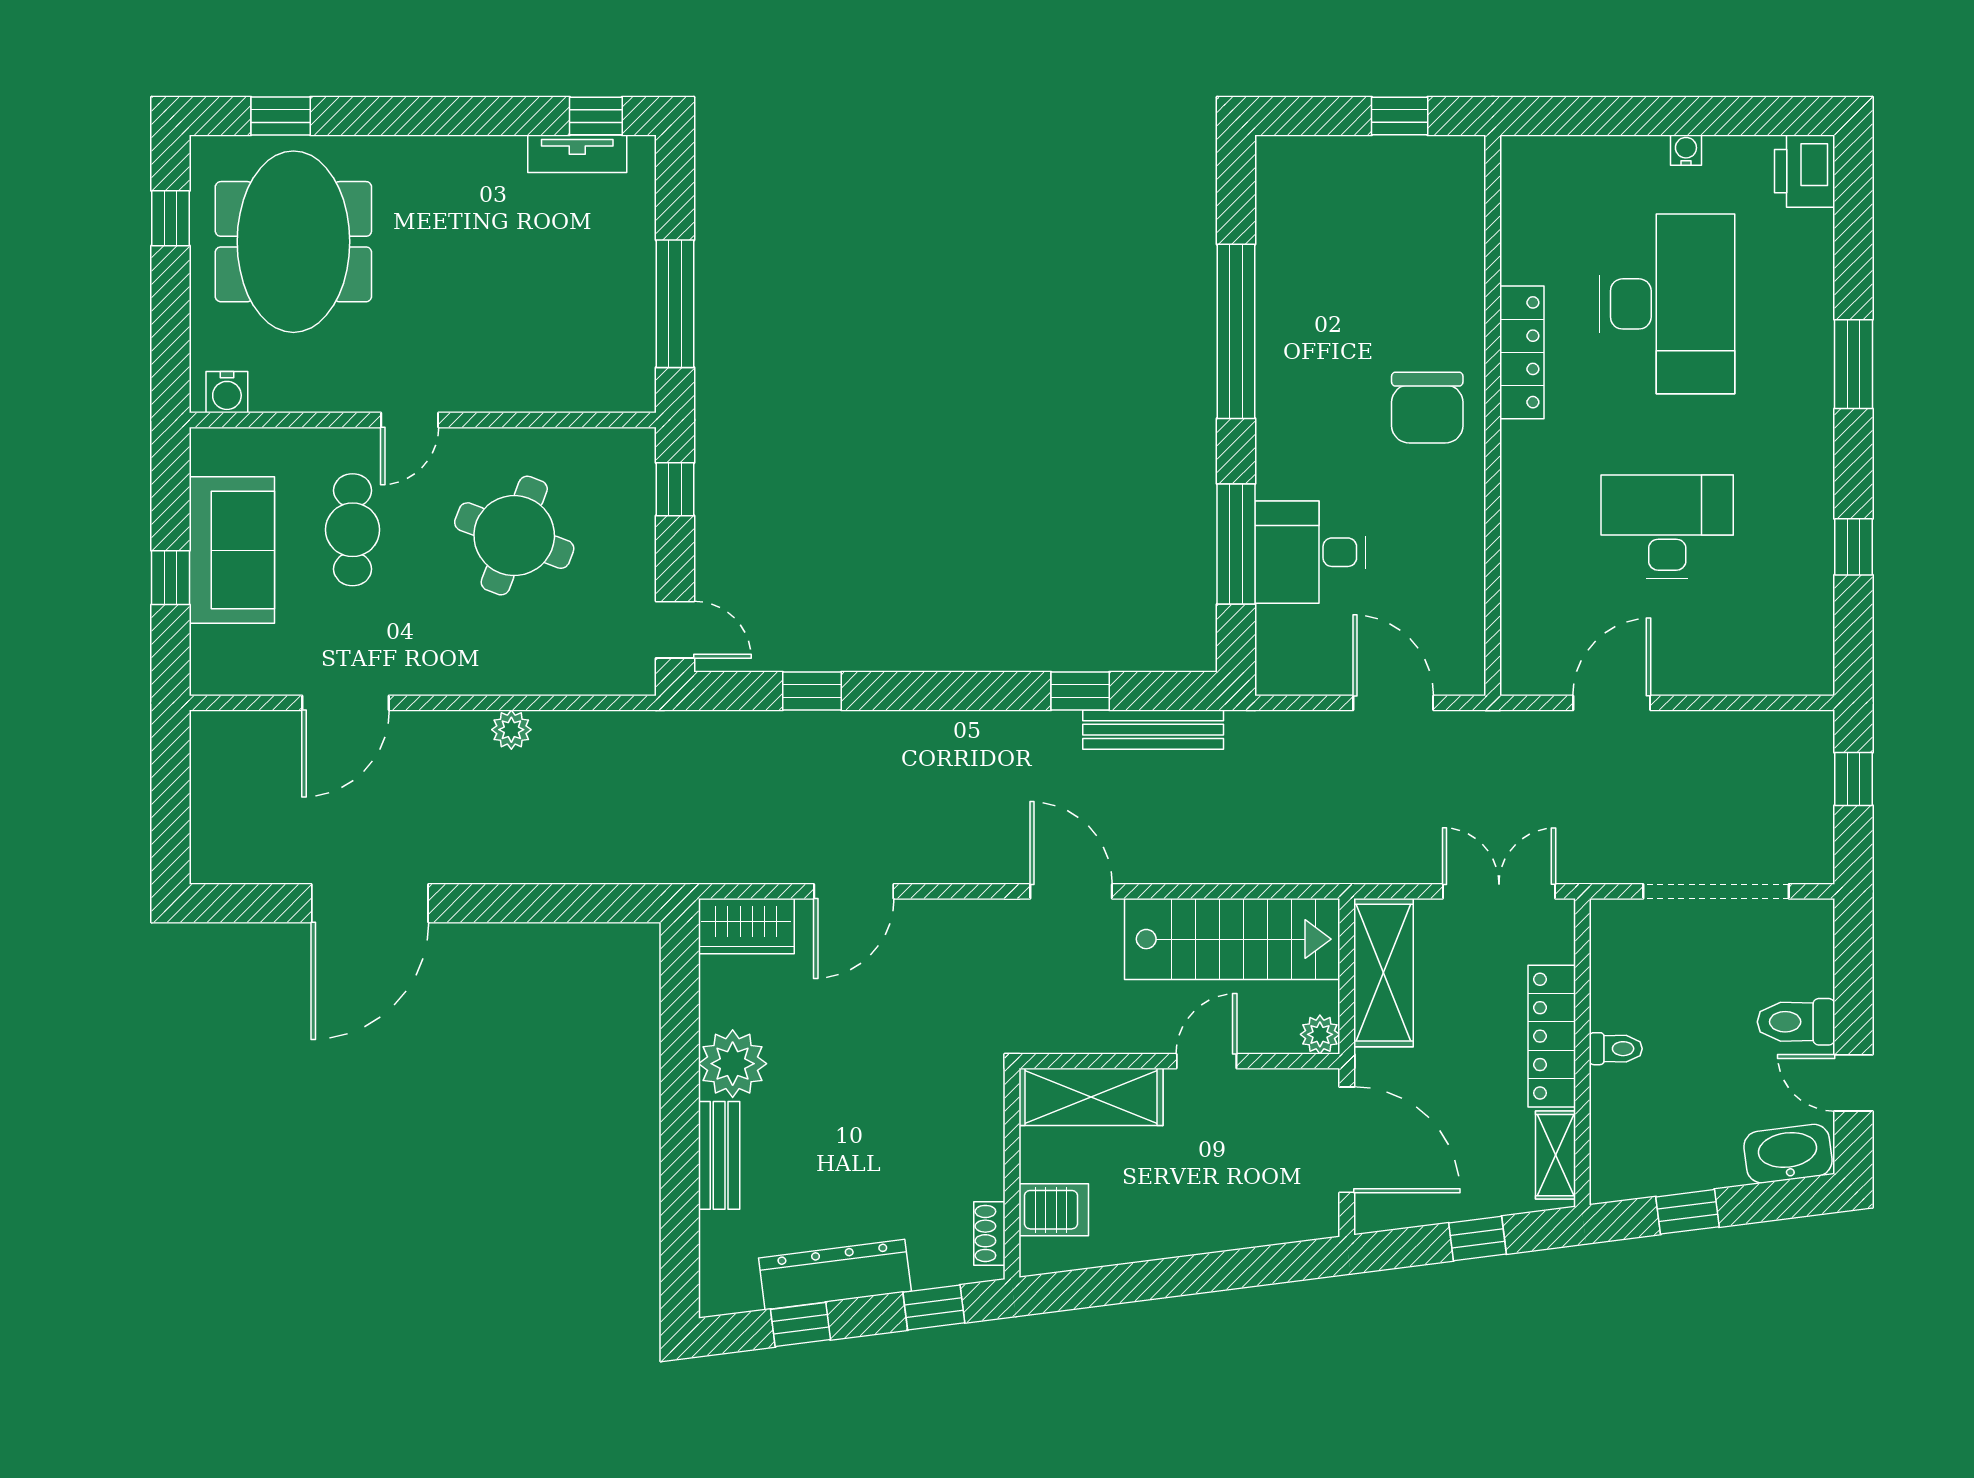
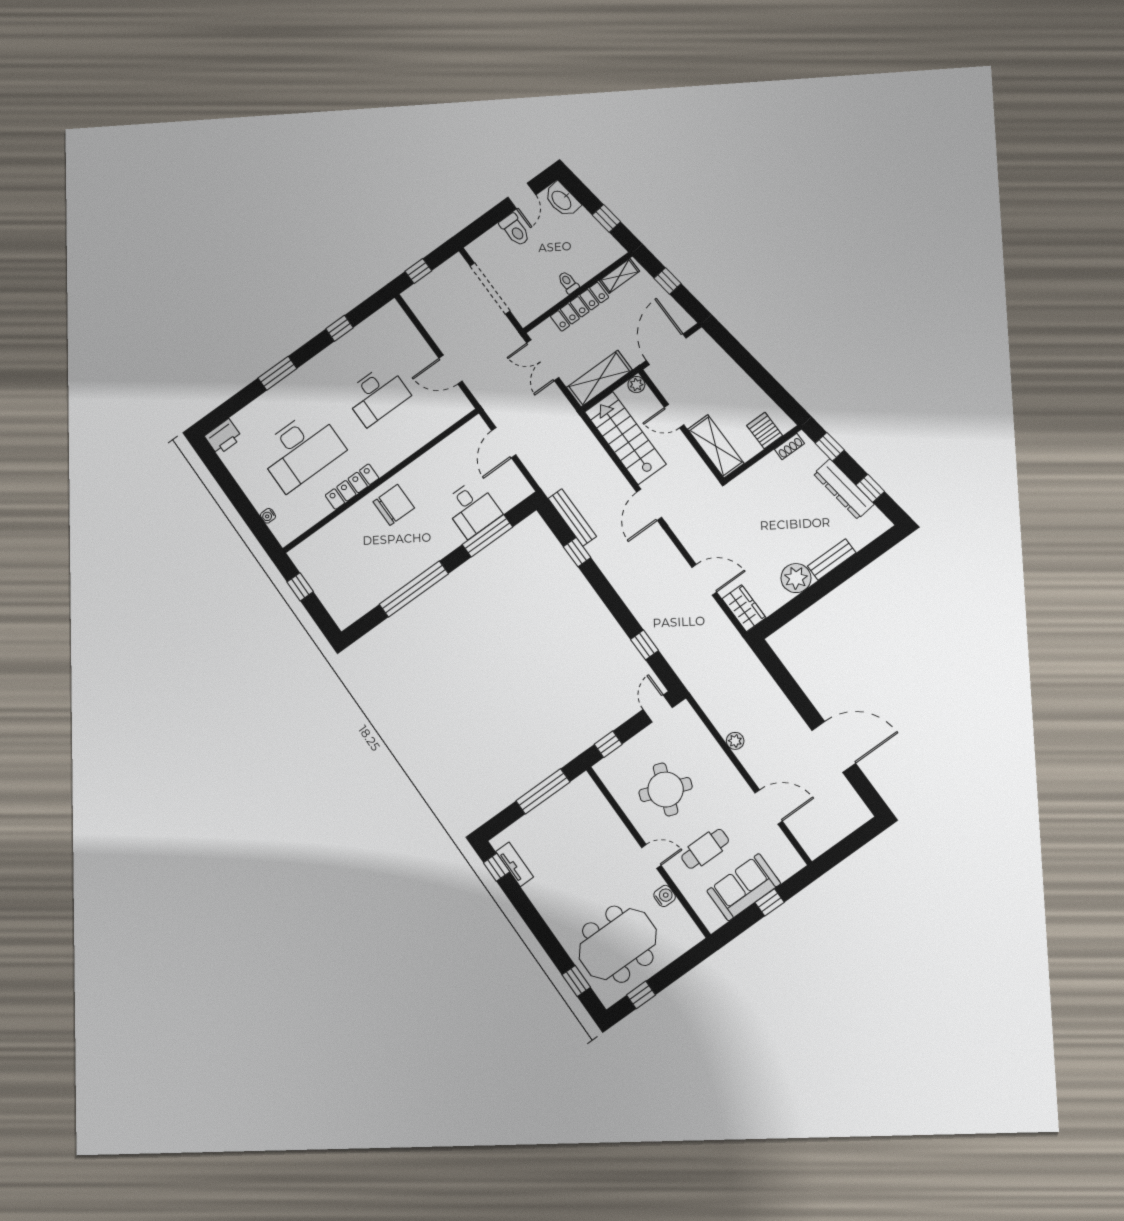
water cooler: (1686, 150) -> (268, 516), moved
desk: (1667, 304) -> (301, 450), turned 180
water cooler: (227, 392) -> (665, 896), moved
desk: (1667, 527) -> (377, 395), turned -90

